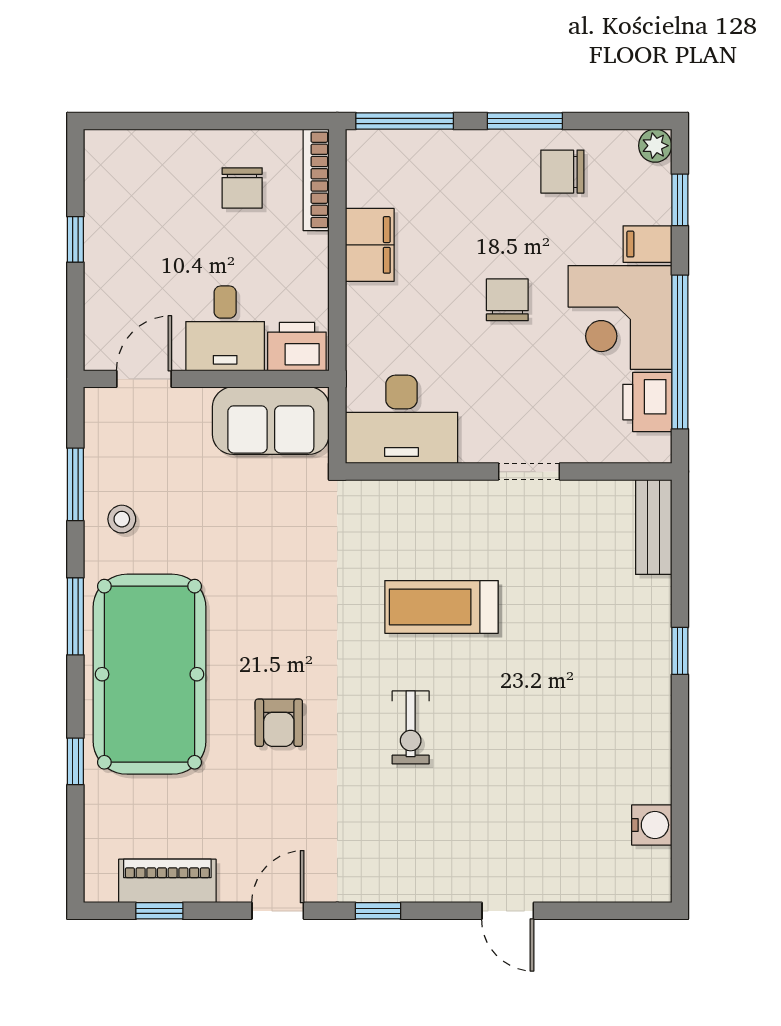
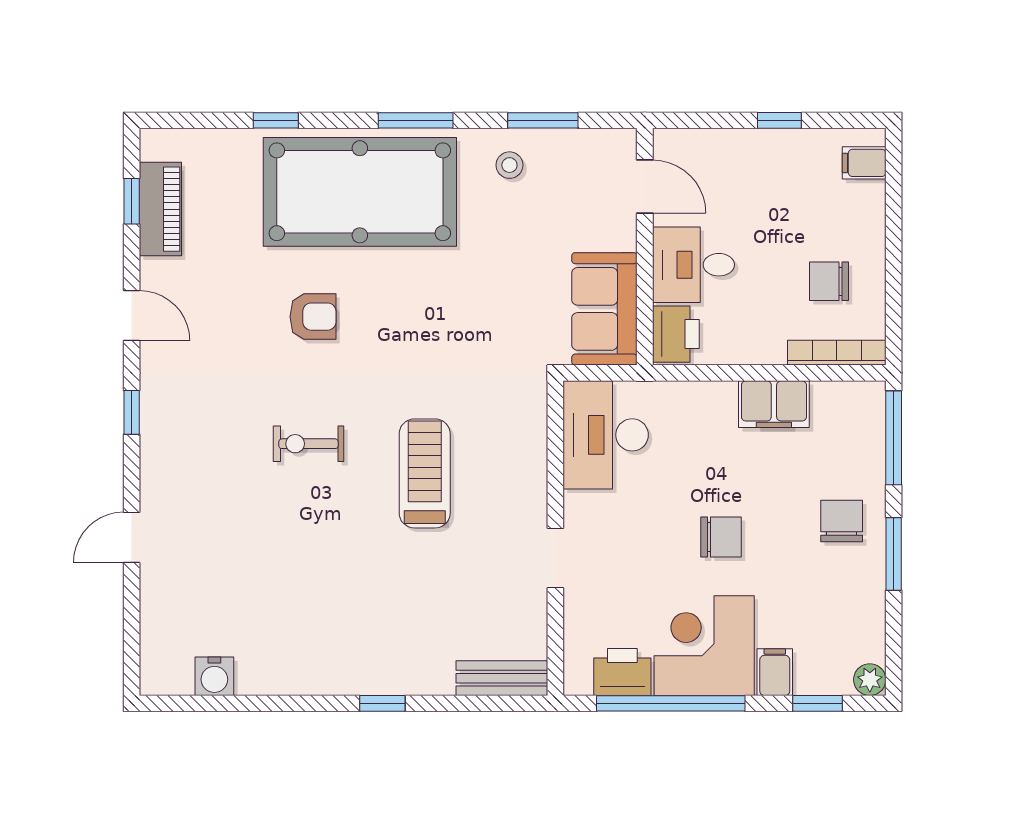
filing cabinet: (120, 152) -> (864, 163), added
chair: (562, 172) -> (842, 521), moved
armchair: (279, 723) -> (313, 317), turned 180

